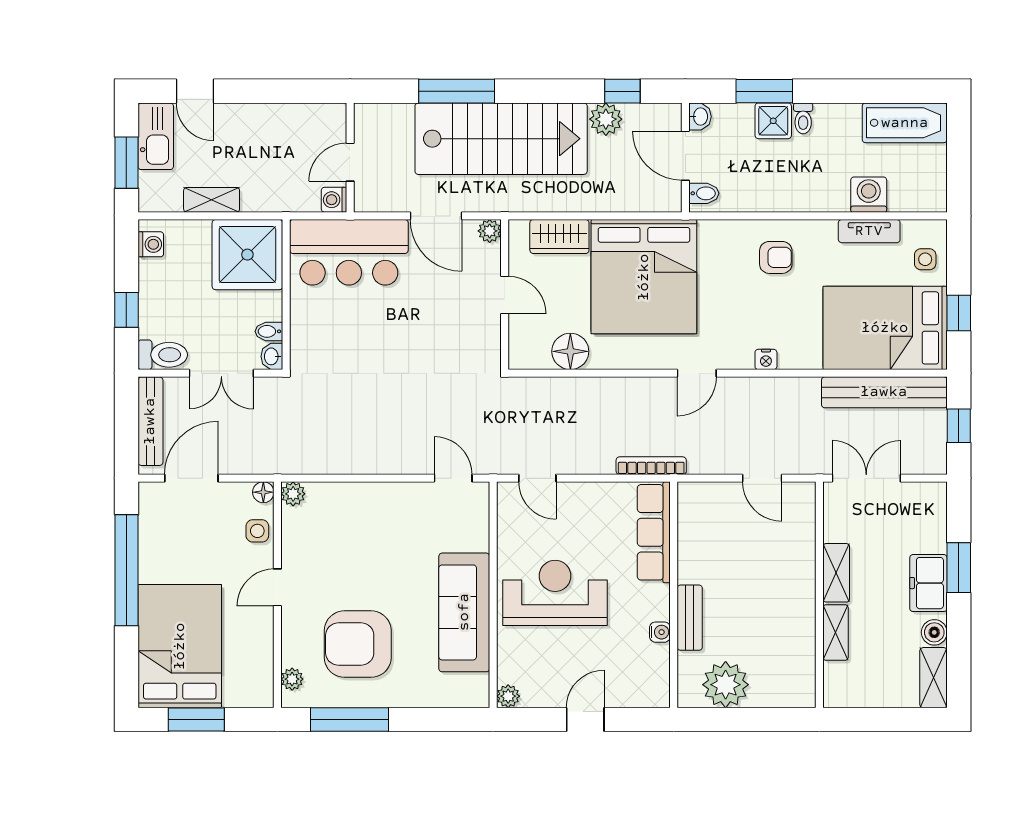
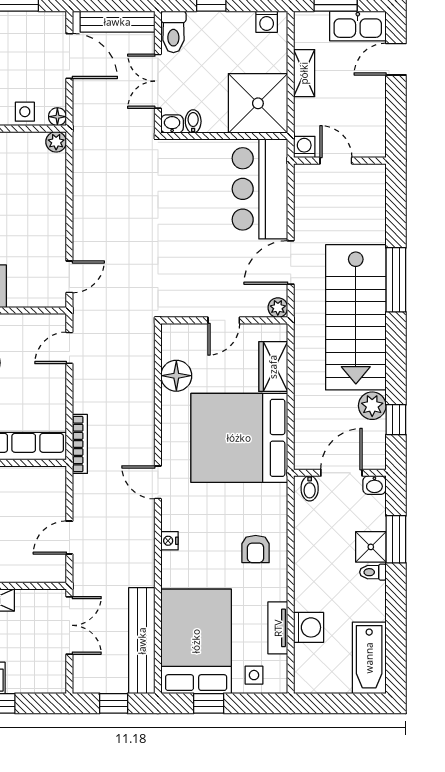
wall: (350, 158) -> (340, 161), moved
door: (350, 162) -> (336, 161), moved
washing machine: (334, 200) -> (304, 147), moved

